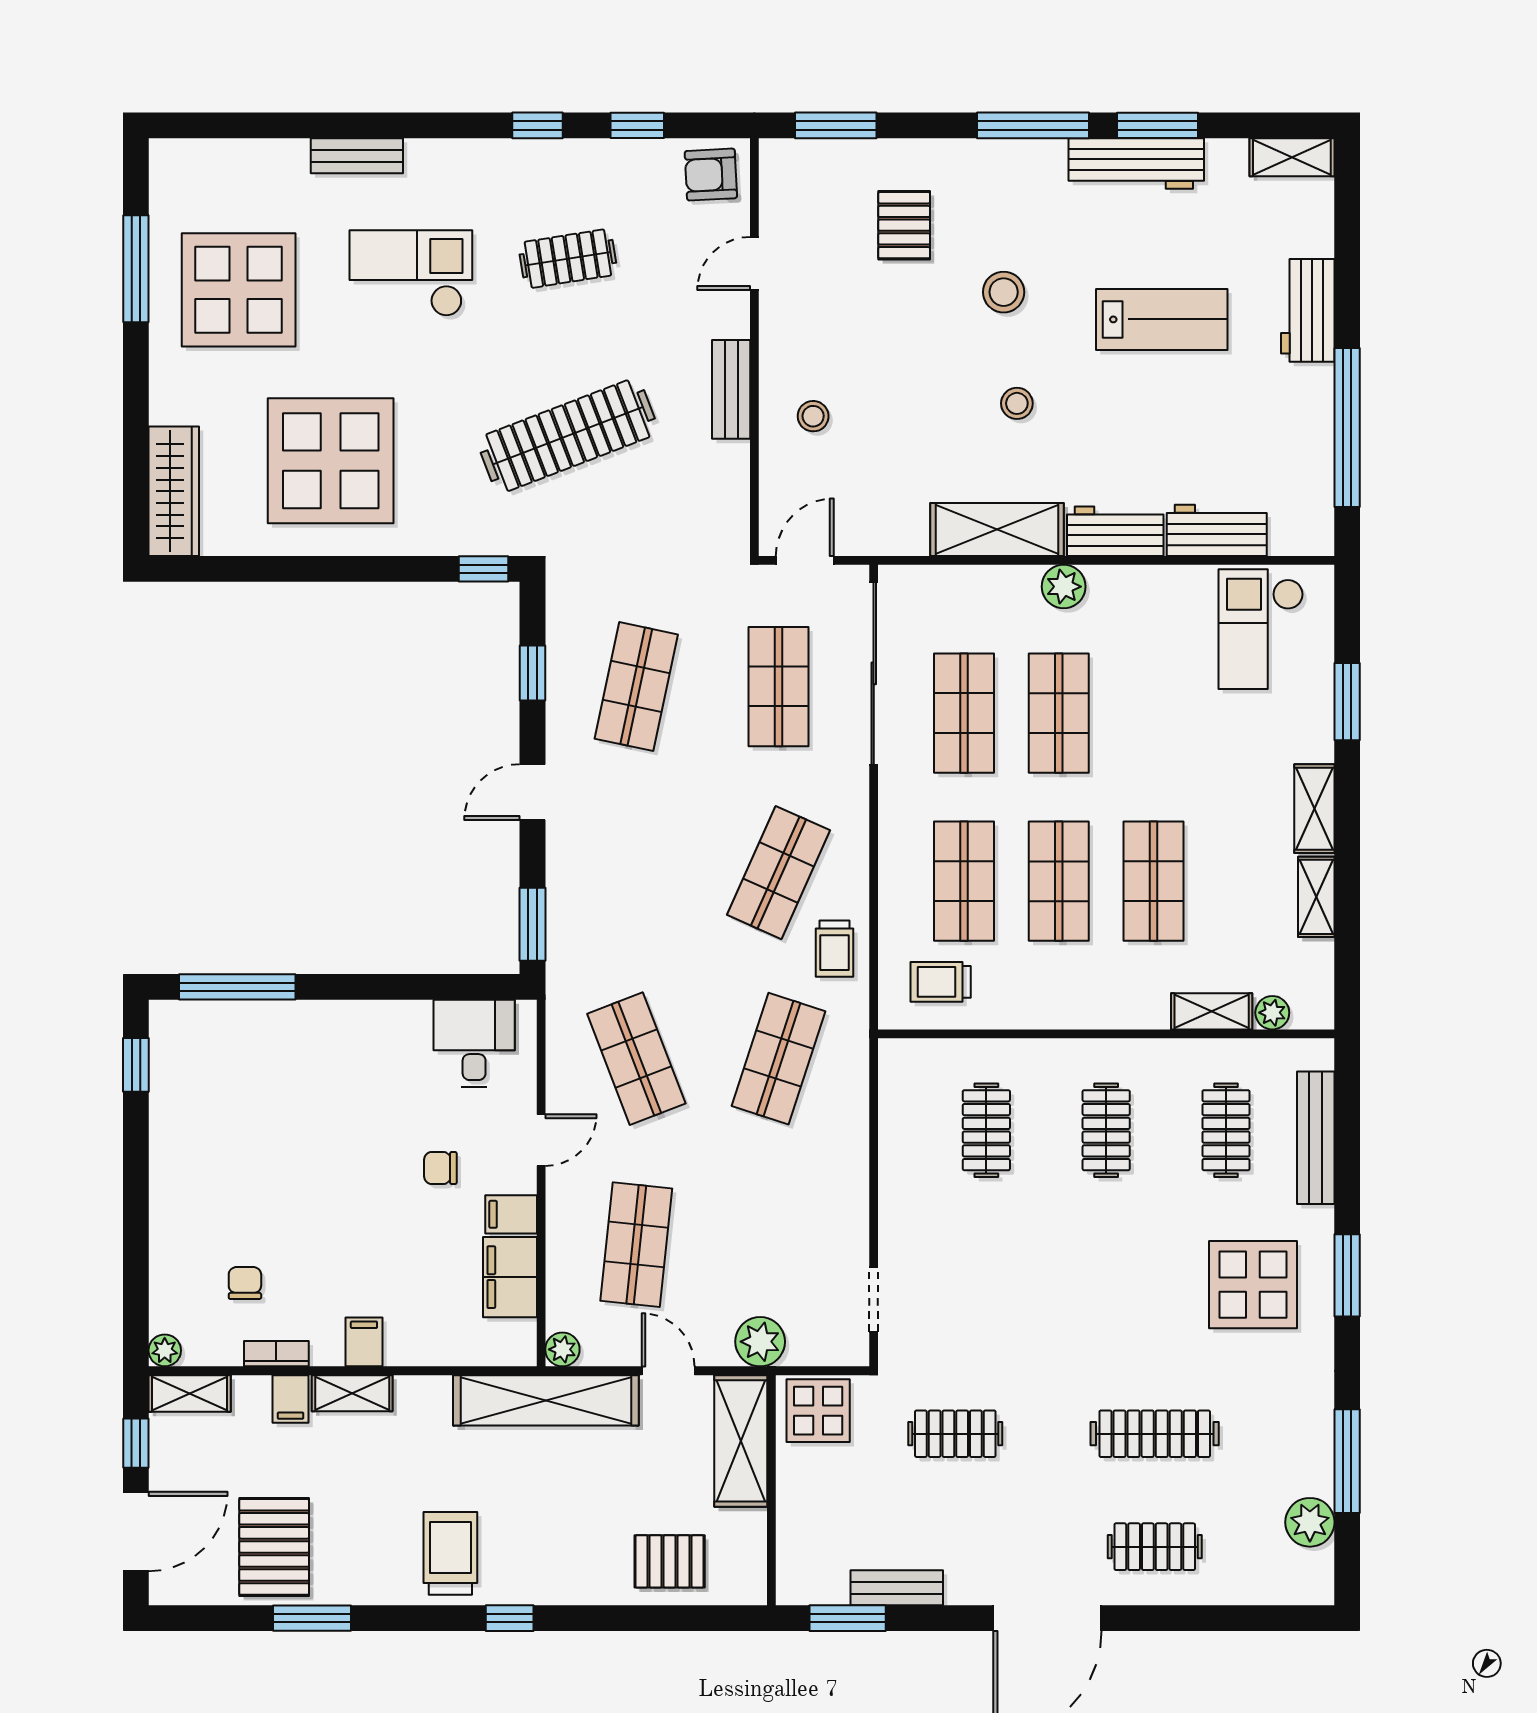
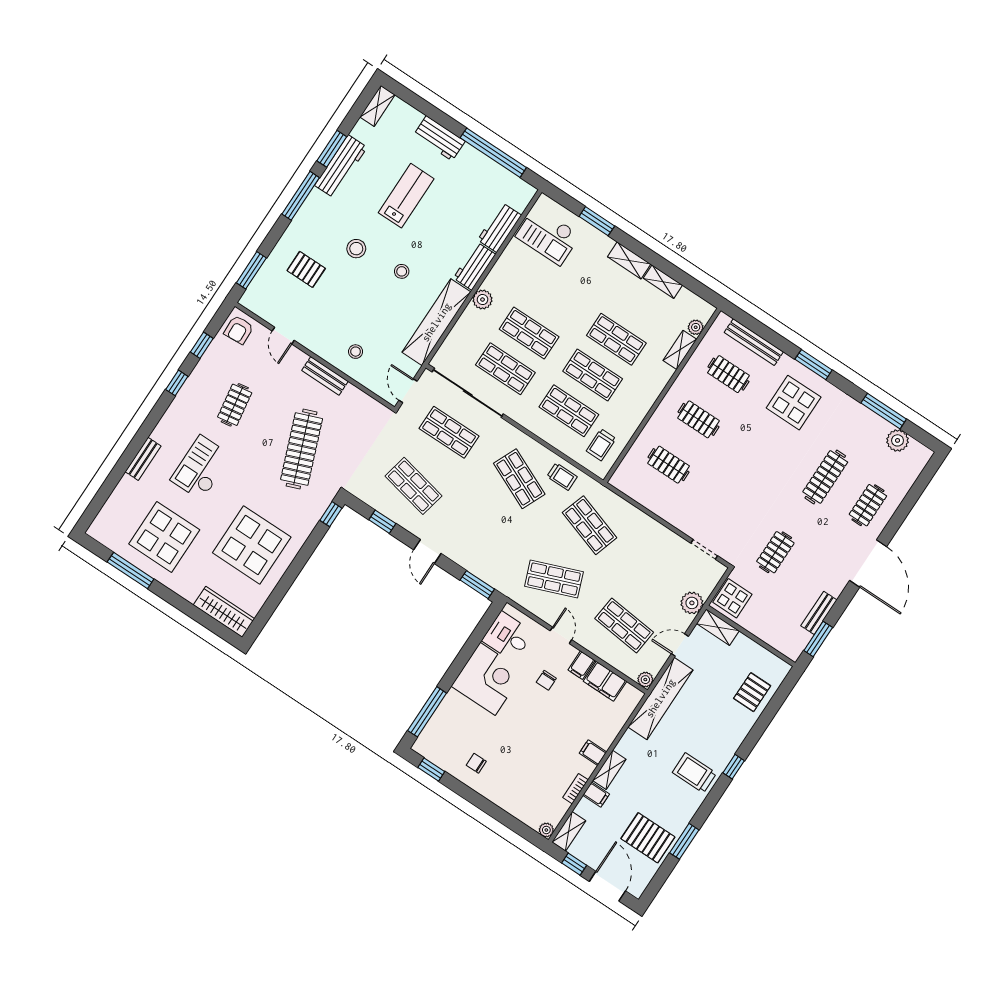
shelving: (997, 529) -> (436, 322), width x1.47
corner desk: (372, 1058) -> (488, 679), added
chair: (245, 1283) -> (476, 763), moved
shelving: (741, 1441) -> (718, 627), width x0.67, depth x0.75

